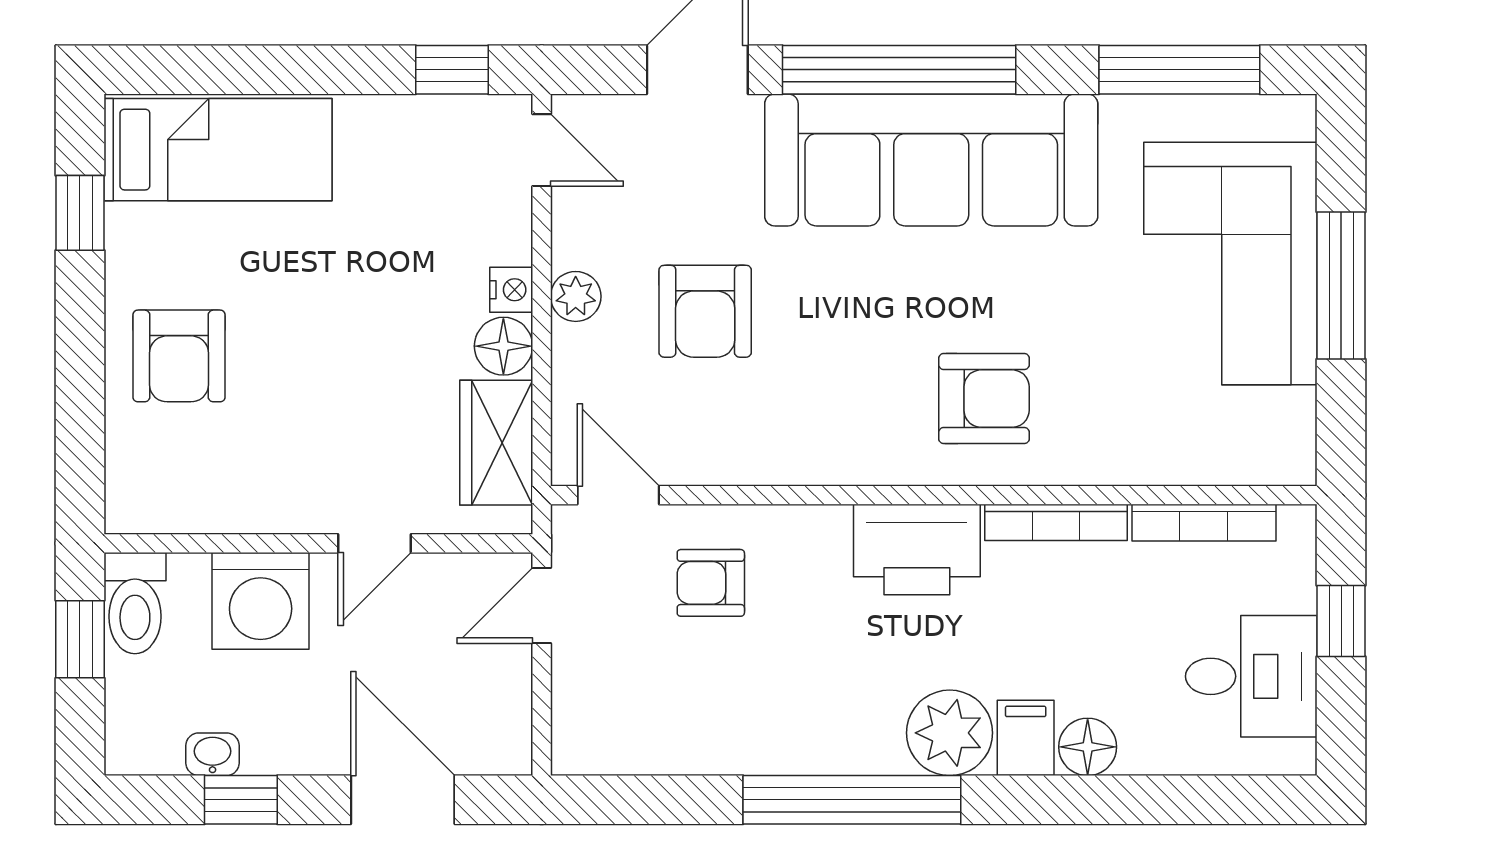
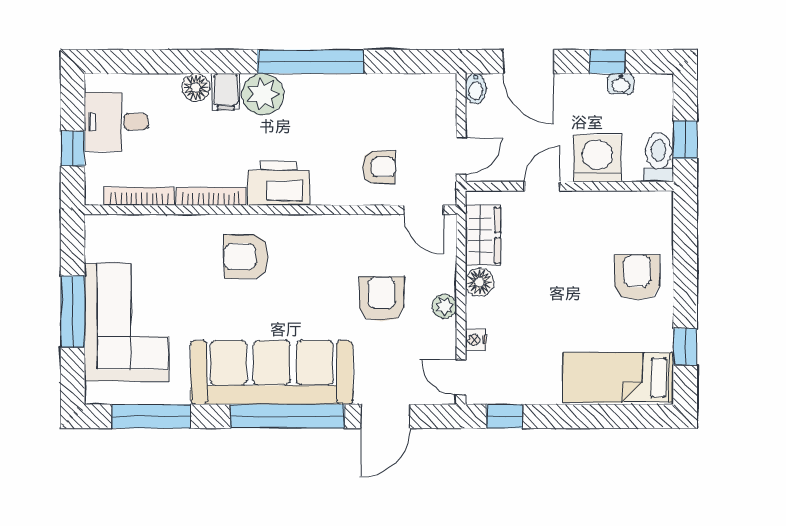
nightstand: (511, 290) -> (476, 340), moved
bidet: (511, 745) -> (476, 89), added

